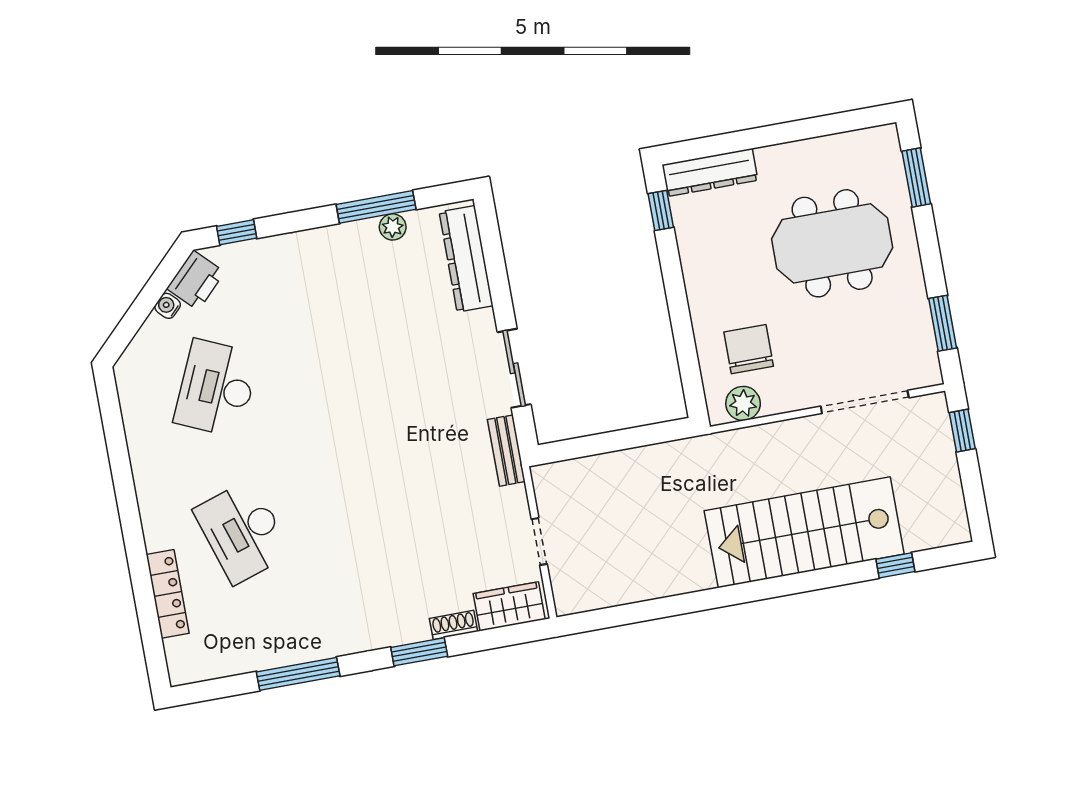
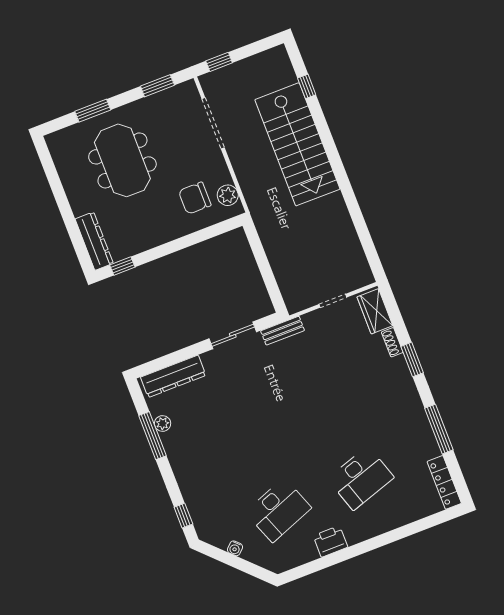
window: (916, 178) -> (93, 111), moved
printer: (196, 280) -> (330, 541), moved, turned -45
desk: (216, 388) -> (278, 510), turned -45
locker: (168, 594) -> (444, 482), moved, turned -90

